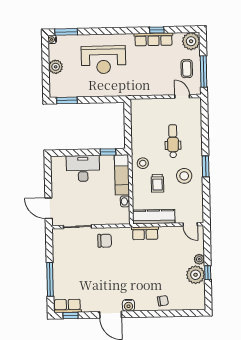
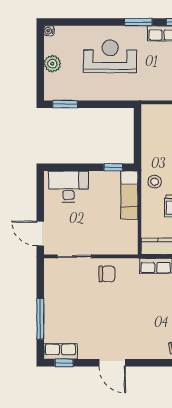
window: (66, 32) -> (138, 22), moved
reception desk: (103, 60) -> (110, 56), turned 180
desk: (83, 168) -> (68, 186), moved
washbasin: (125, 201) -> (132, 227), removed
water cooler: (128, 305) -> (134, 352), removed

